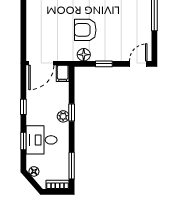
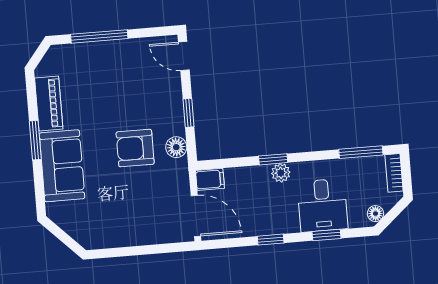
armchair: (85, 30) -> (135, 148), turned 90

